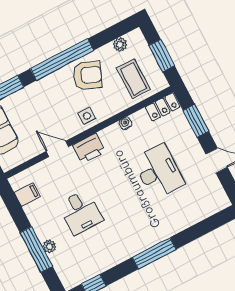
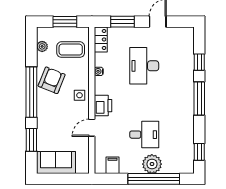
desk: (159, 172) -> (144, 66), turned -90
window: (195, 232) -> (199, 62), added
plant: (50, 246) -> (152, 164), width x1.87, depth x1.87
window: (36, 249) -> (154, 179), width x1.46

